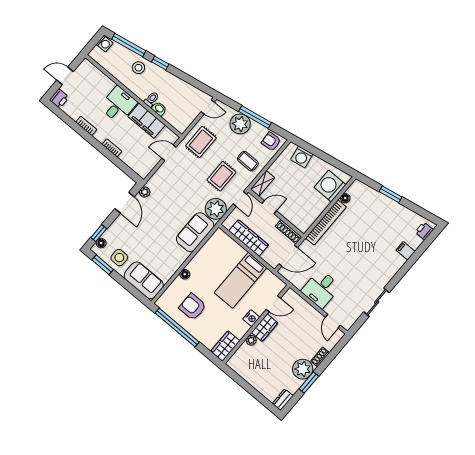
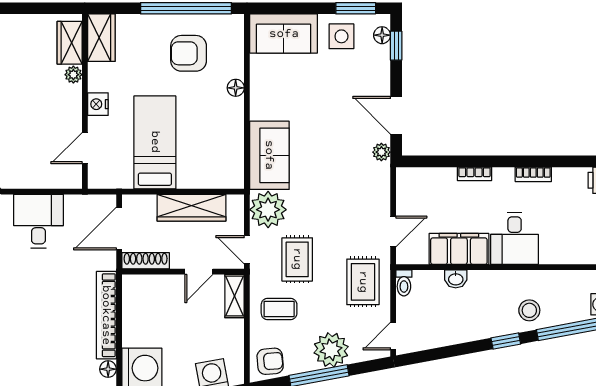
toilet: (151, 99) -> (404, 283), moved
armchair: (193, 307) -> (189, 53), turned 180
wardrobe: (265, 328) -> (70, 43), moved

